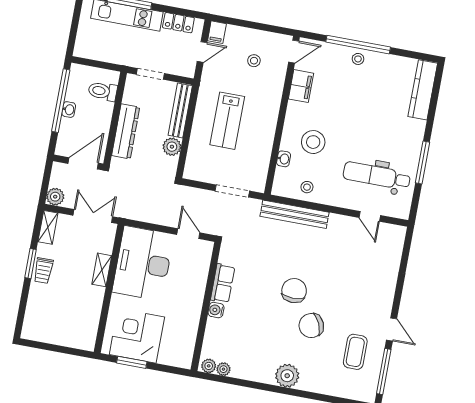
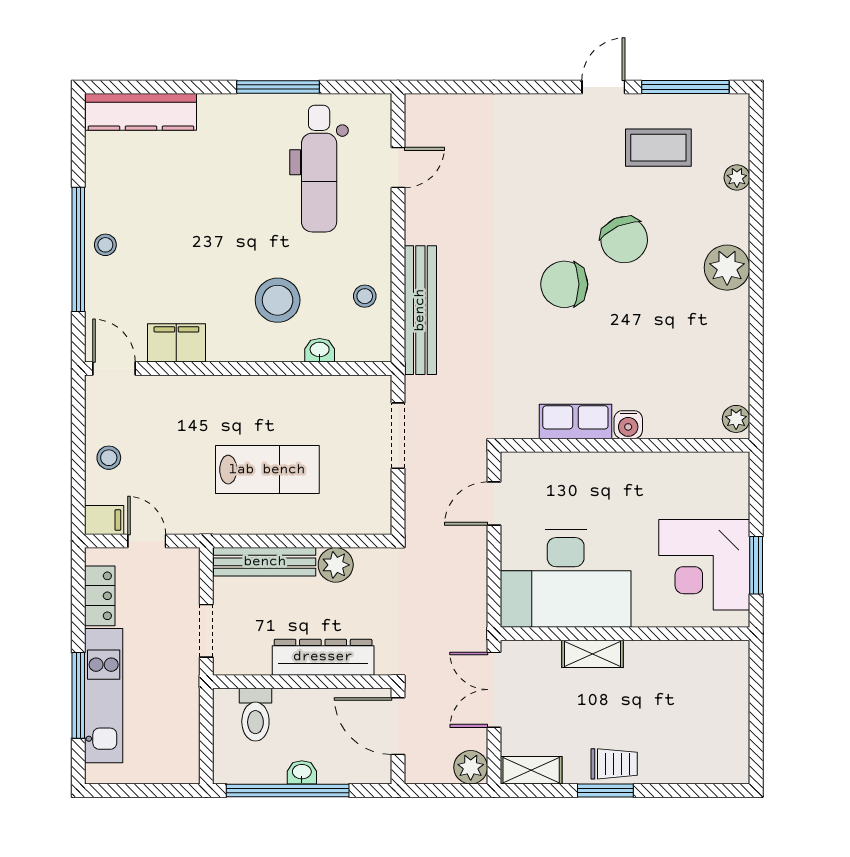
stool: (254, 61) -> (109, 458), moved
plant: (223, 369) -> (737, 178), moved

